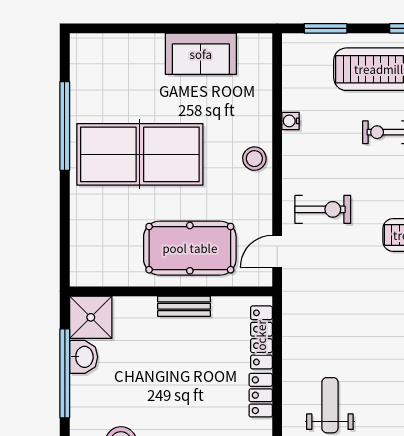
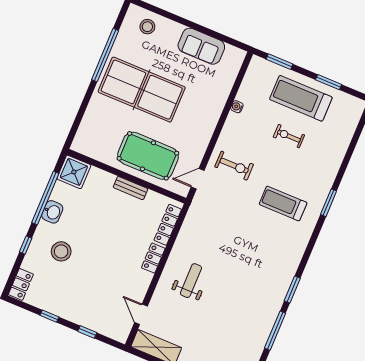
stool: (254, 159) -> (147, 27), moved
washbasin: (84, 357) -> (52, 212), moved

